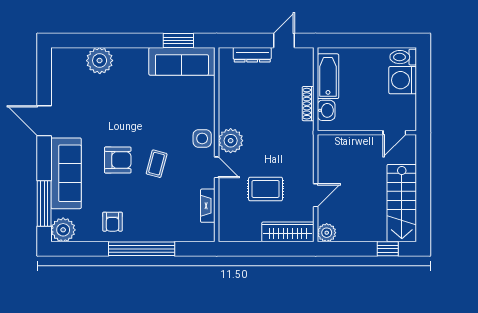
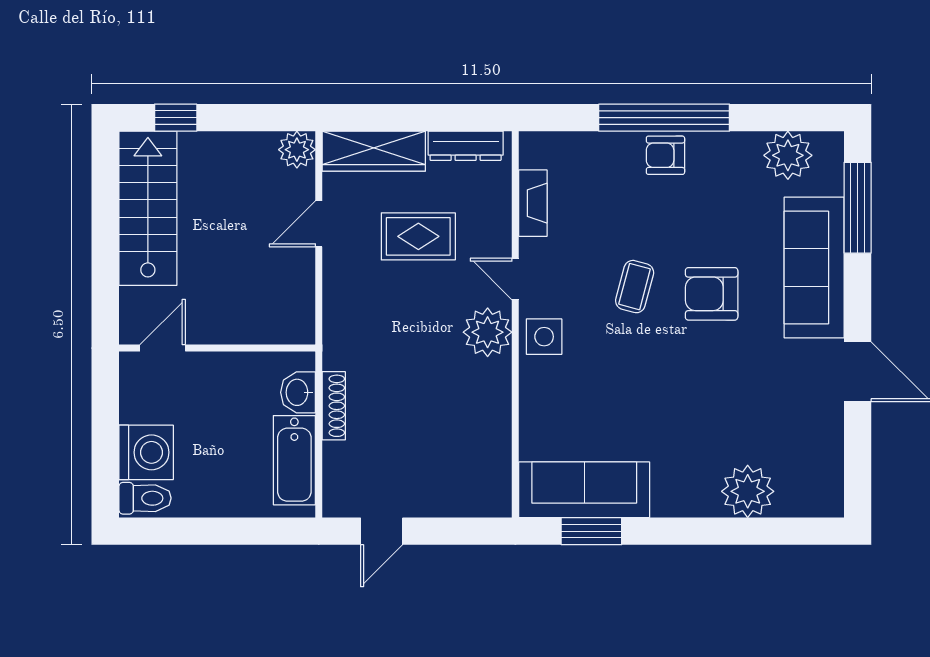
dresser: (252, 55) -> (466, 146), moved, turned 180
armchair: (113, 222) -> (665, 155), moved, turned -90
plant: (63, 230) -> (788, 155), moved

